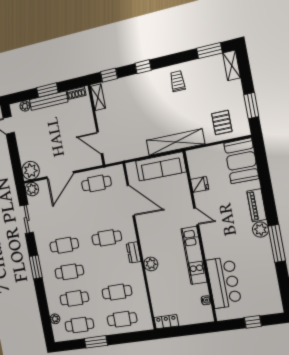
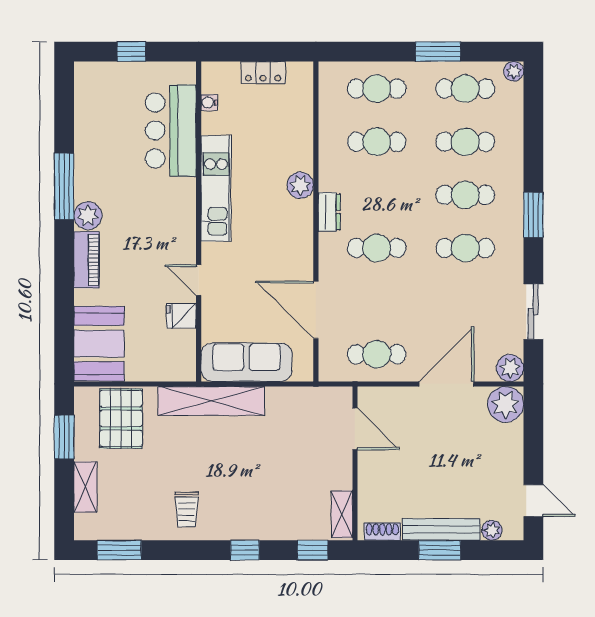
shelving: (232, 65) -> (85, 487), moved
pallet: (222, 123) -> (121, 418), width x1.50, depth x1.42
door: (196, 216) -> (199, 280), moved
plant: (55, 319) -> (514, 71), moved
locker: (166, 322) -> (263, 73), moved

